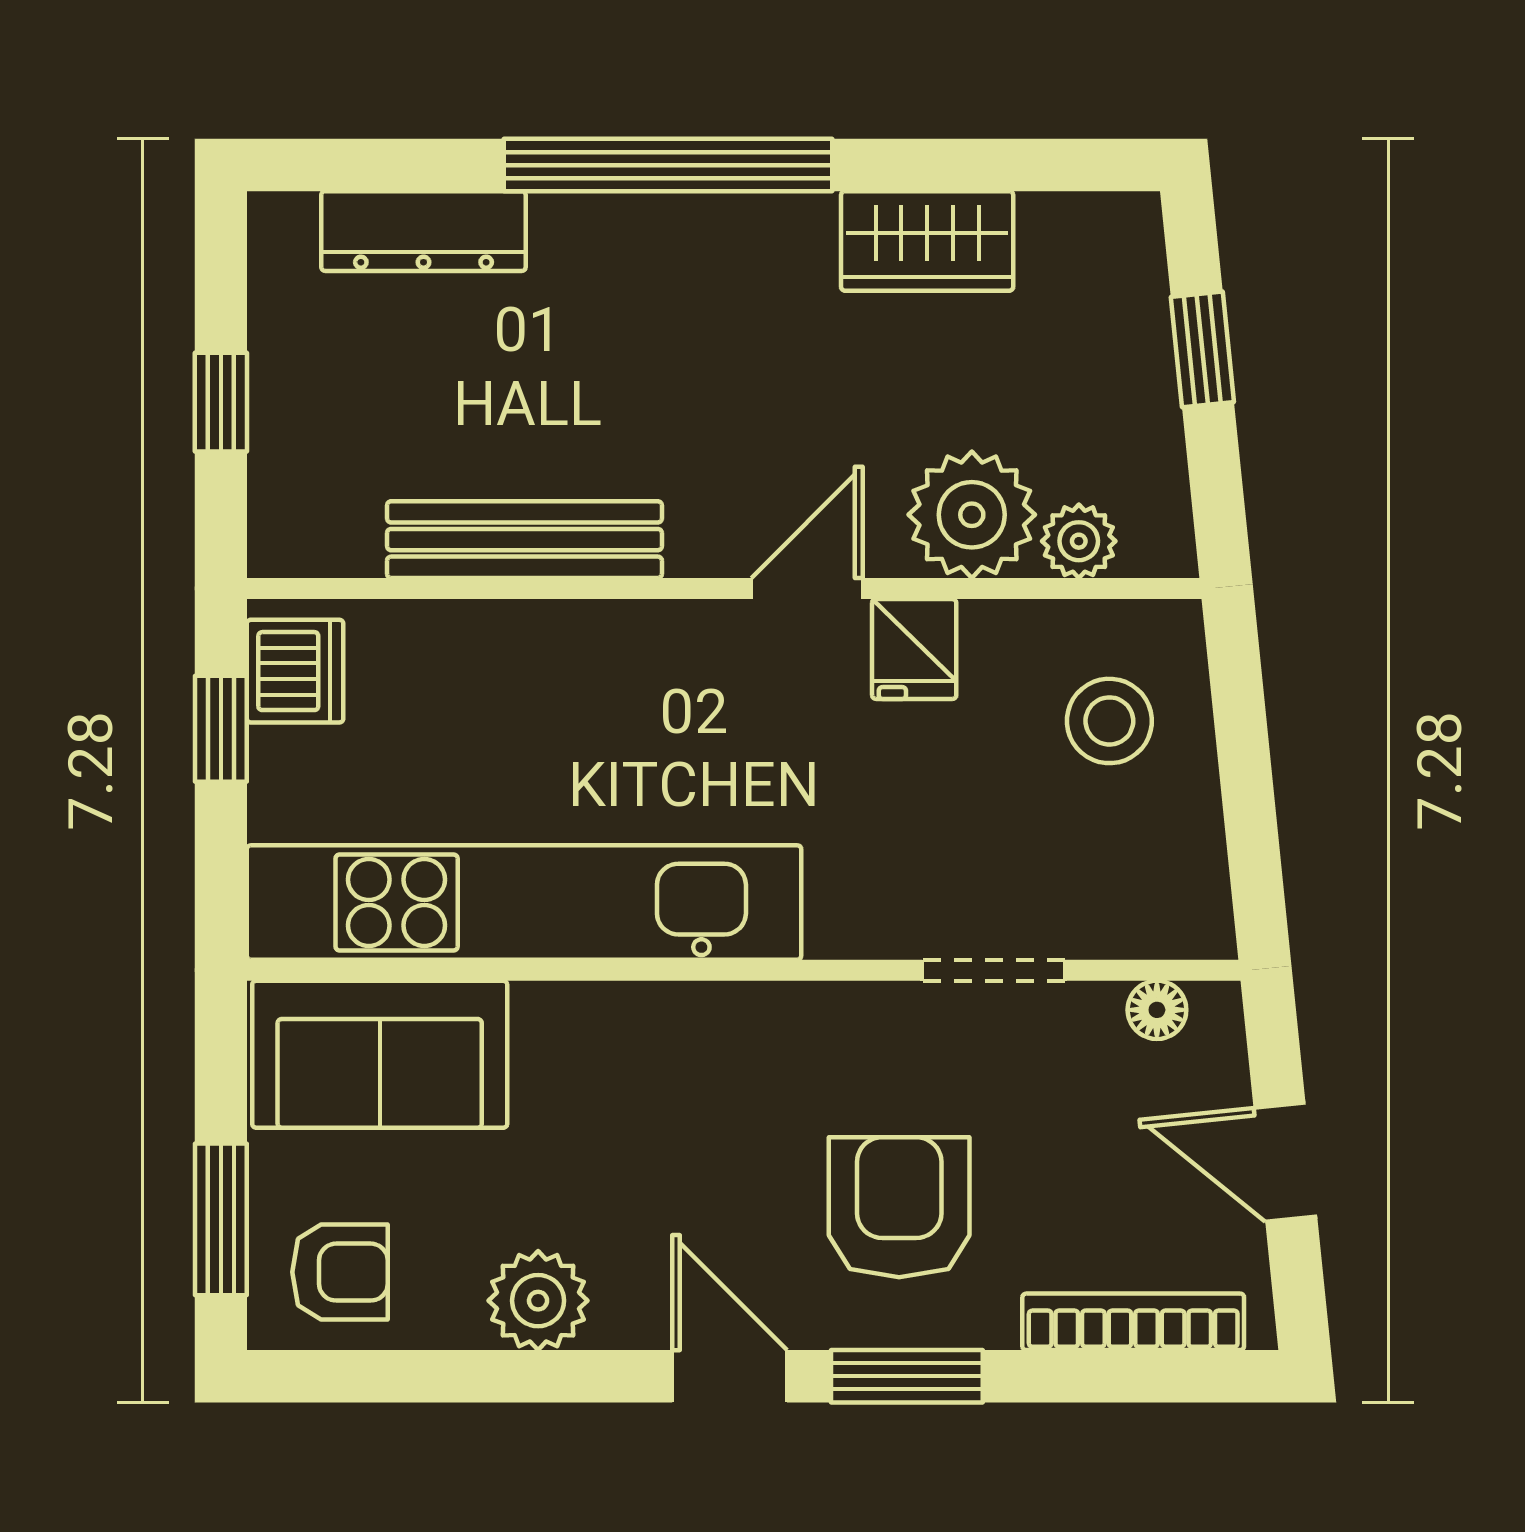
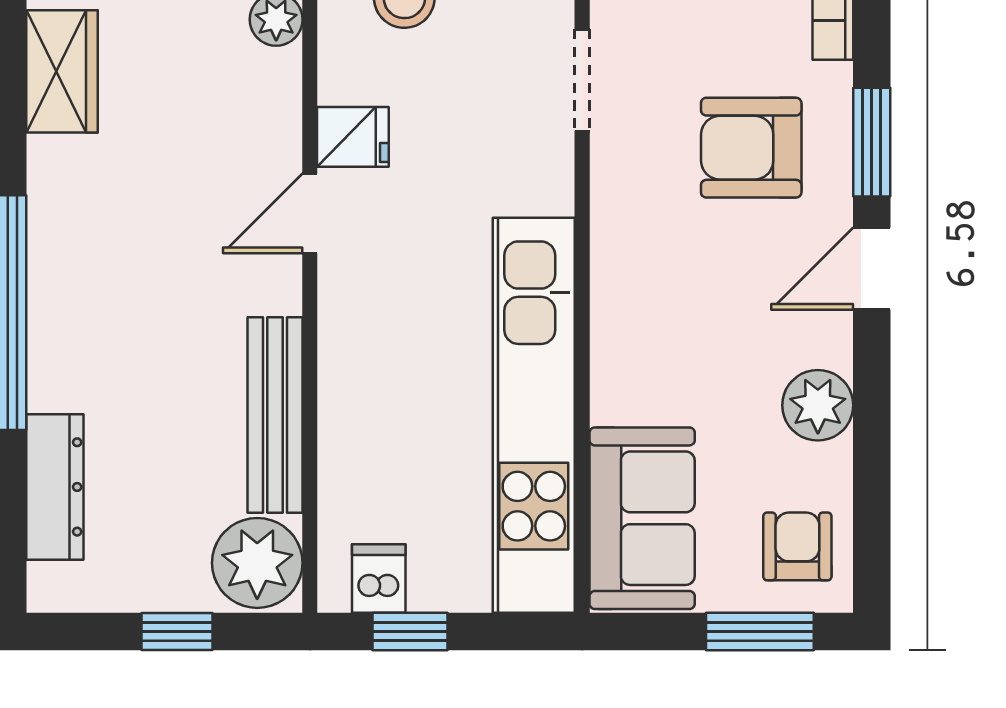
wardrobe: (927, 241) -> (62, 71), moved
plant: (972, 515) -> (257, 563), moved
door: (807, 588) -> (310, 213), hinge flipped
dishwasher: (295, 671) -> (379, 579), width x0.73

